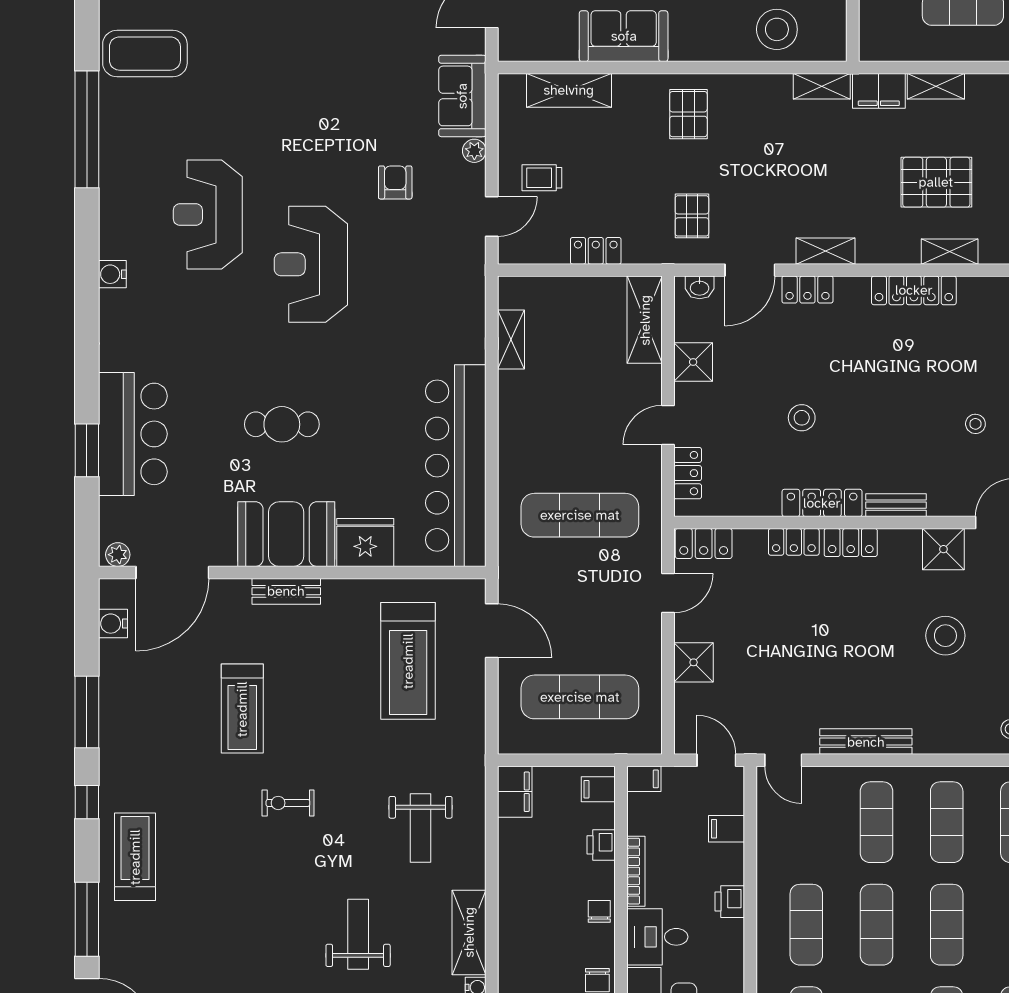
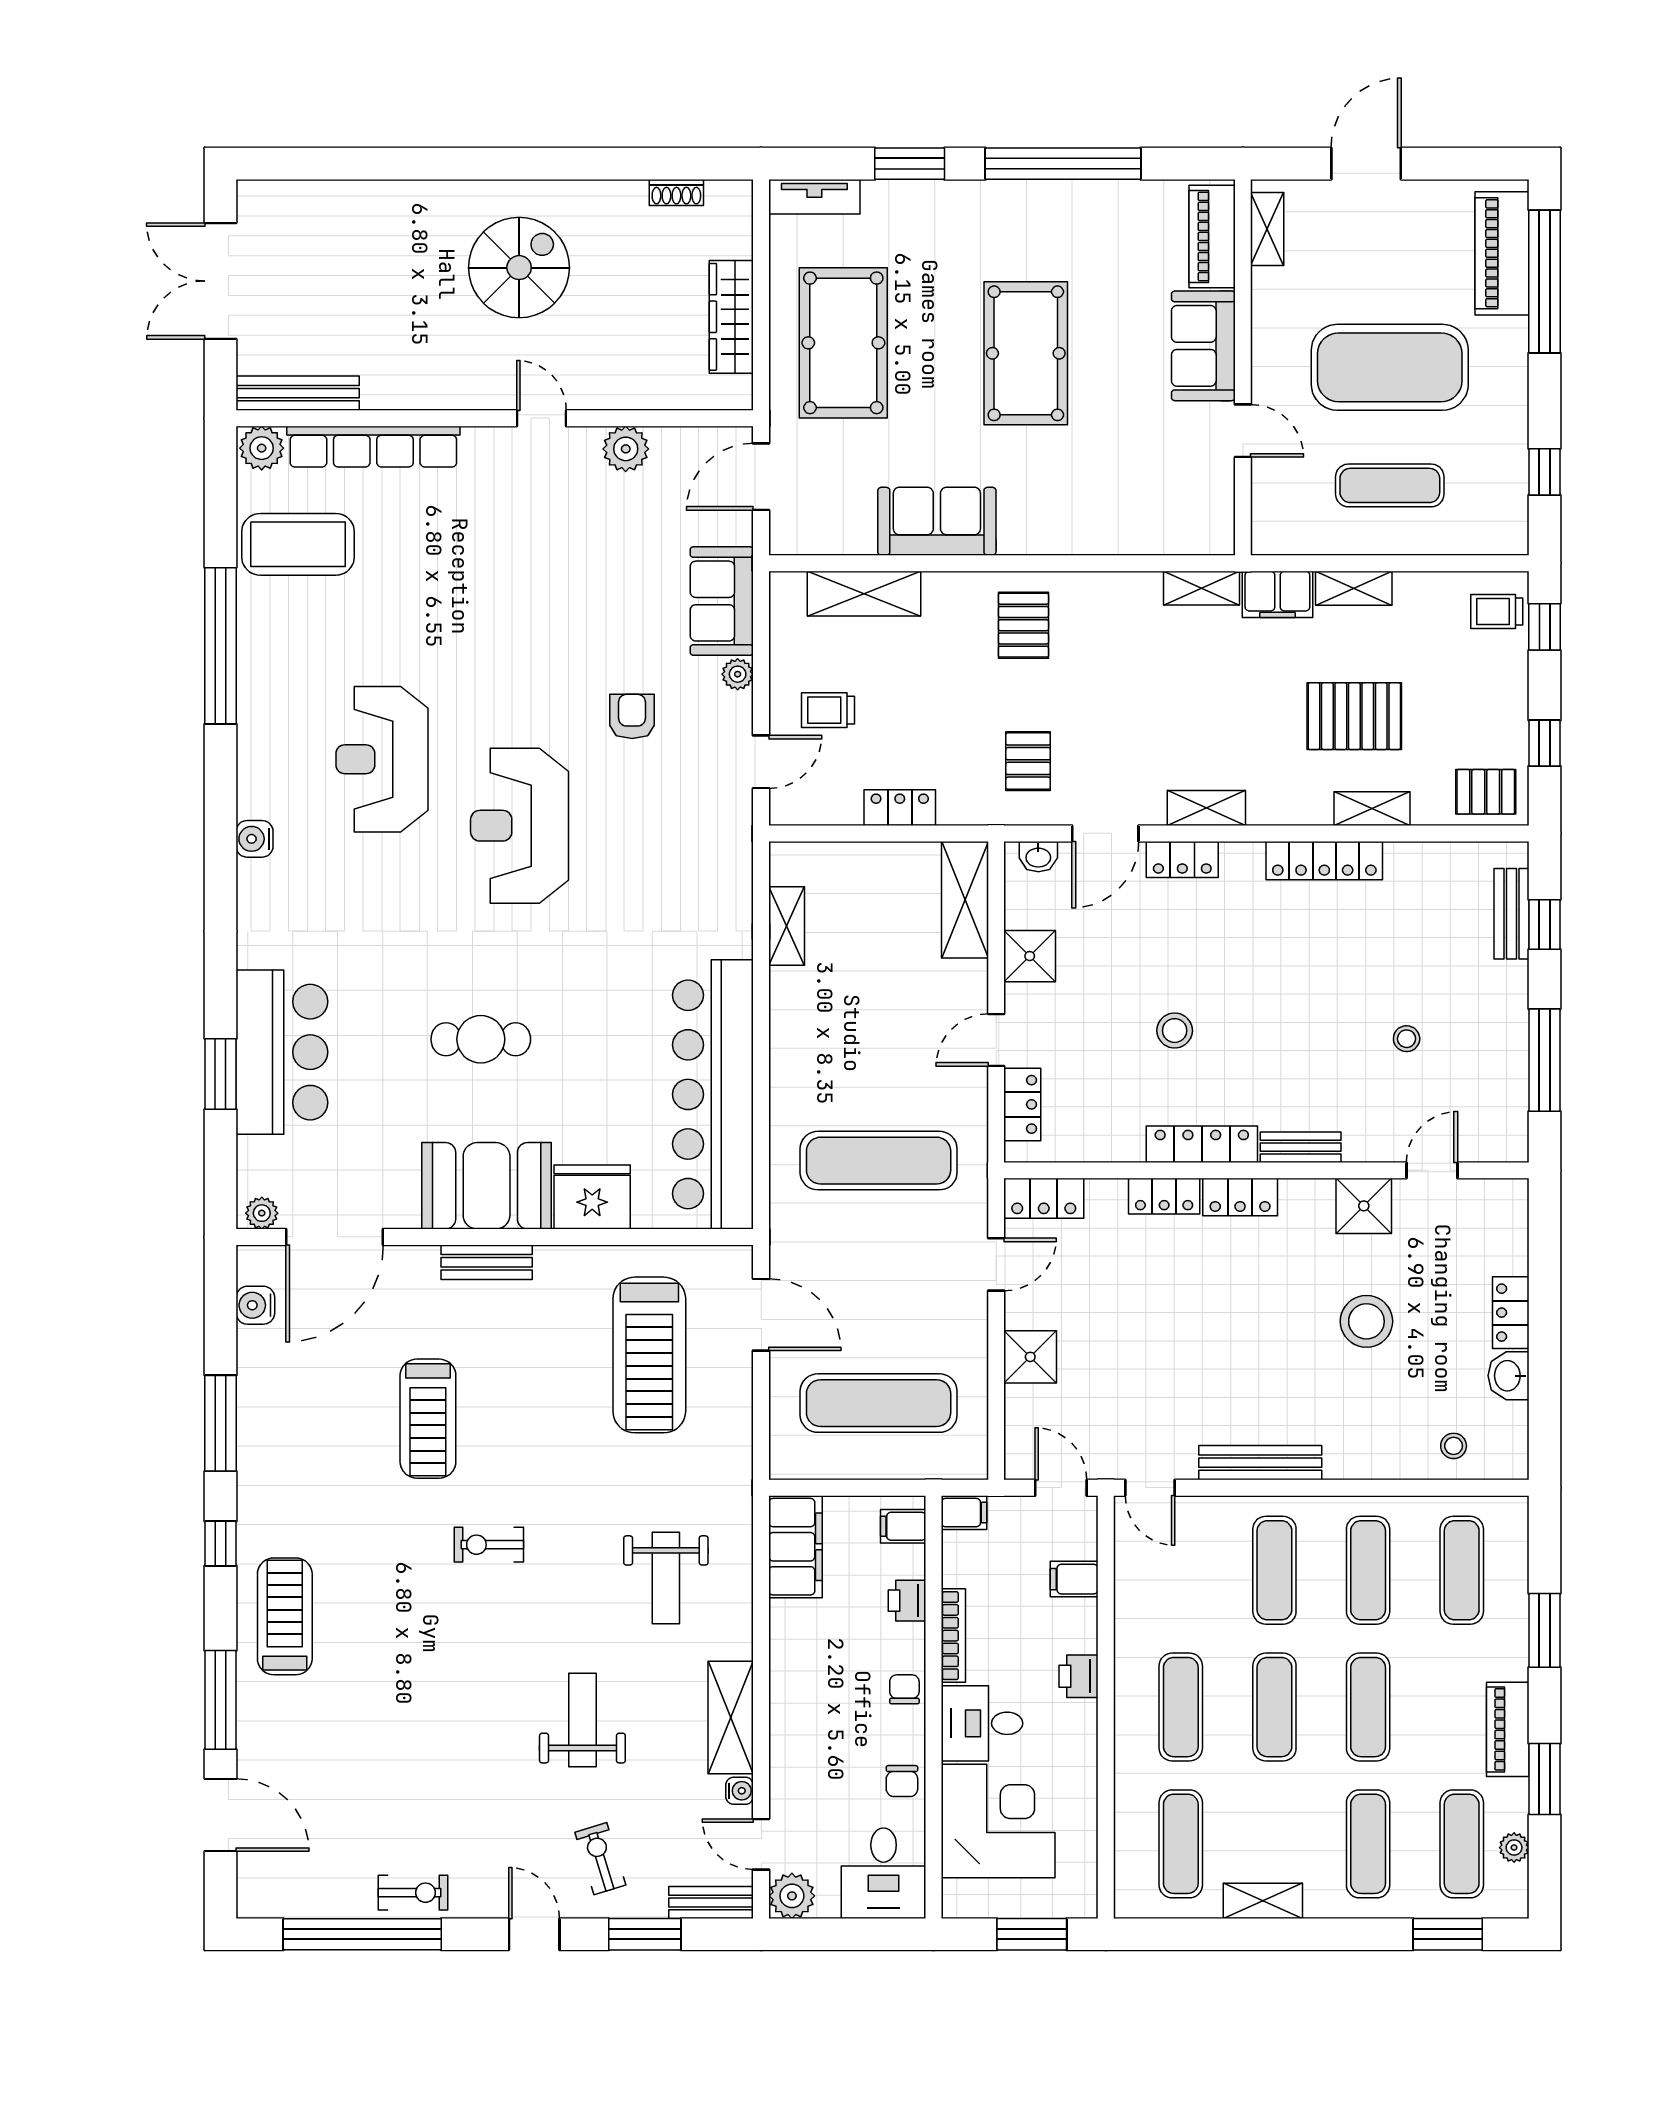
stool: (777, 29) -> (1142, 512), removed
filing cabinet: (515, 792) -> (795, 1547), width x1.50, depth x1.17

